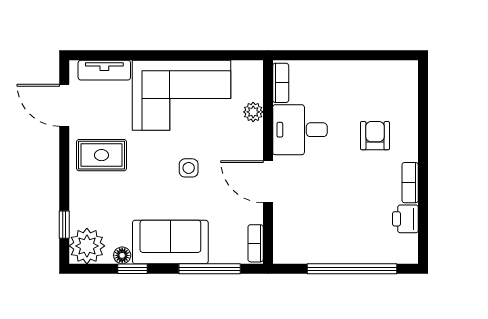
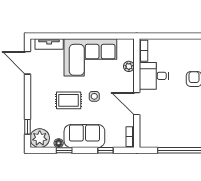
rug: (102, 155) -> (69, 100), moved
window: (210, 269) -> (105, 150), width x0.46

